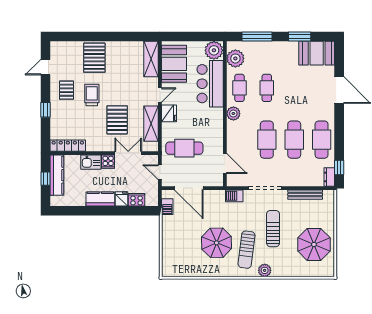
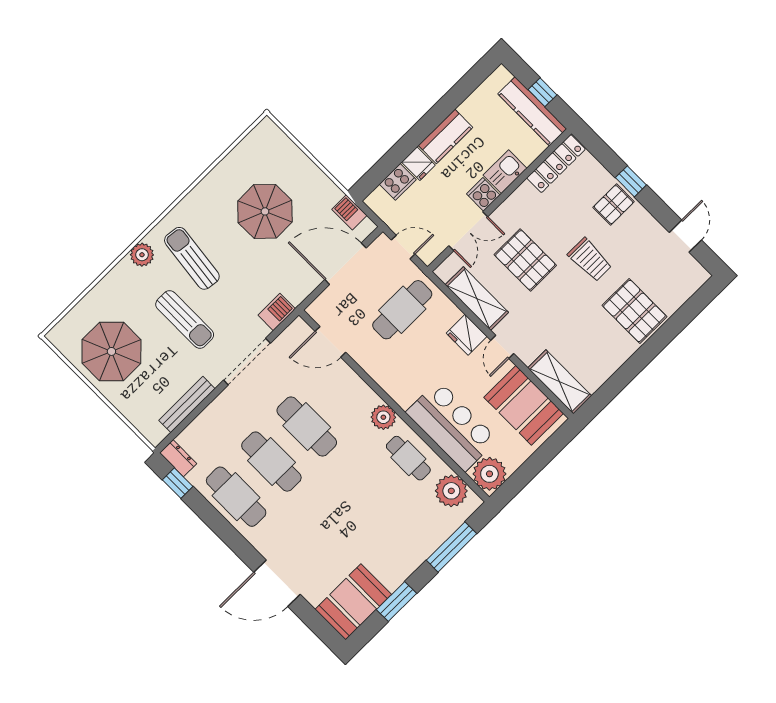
cafe table: (267, 88) -> (373, 493), removed
pallet: (66, 90) -> (614, 205), moved, turned 90
parasol: (217, 243) -> (265, 211), moved

